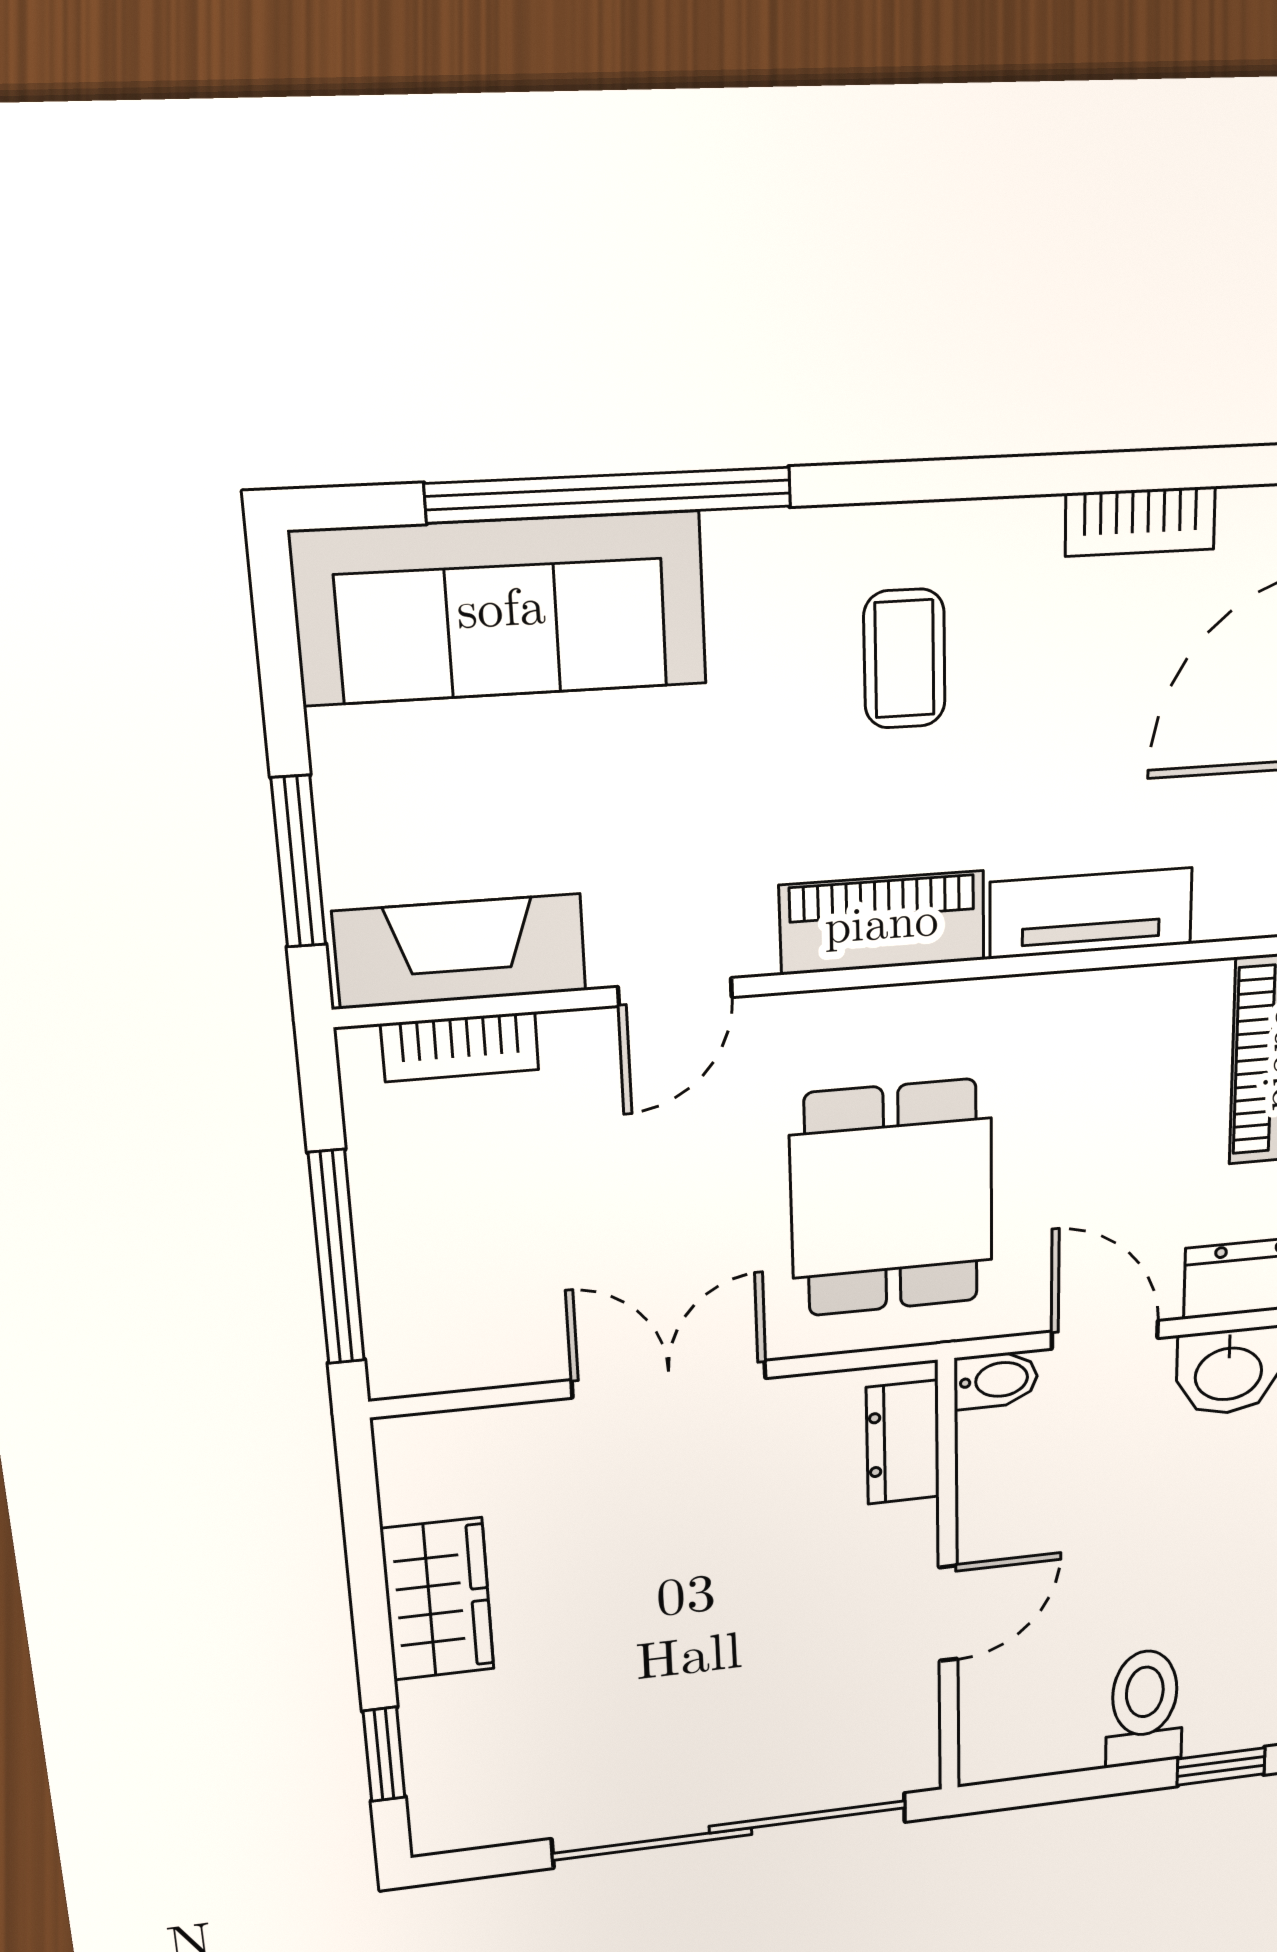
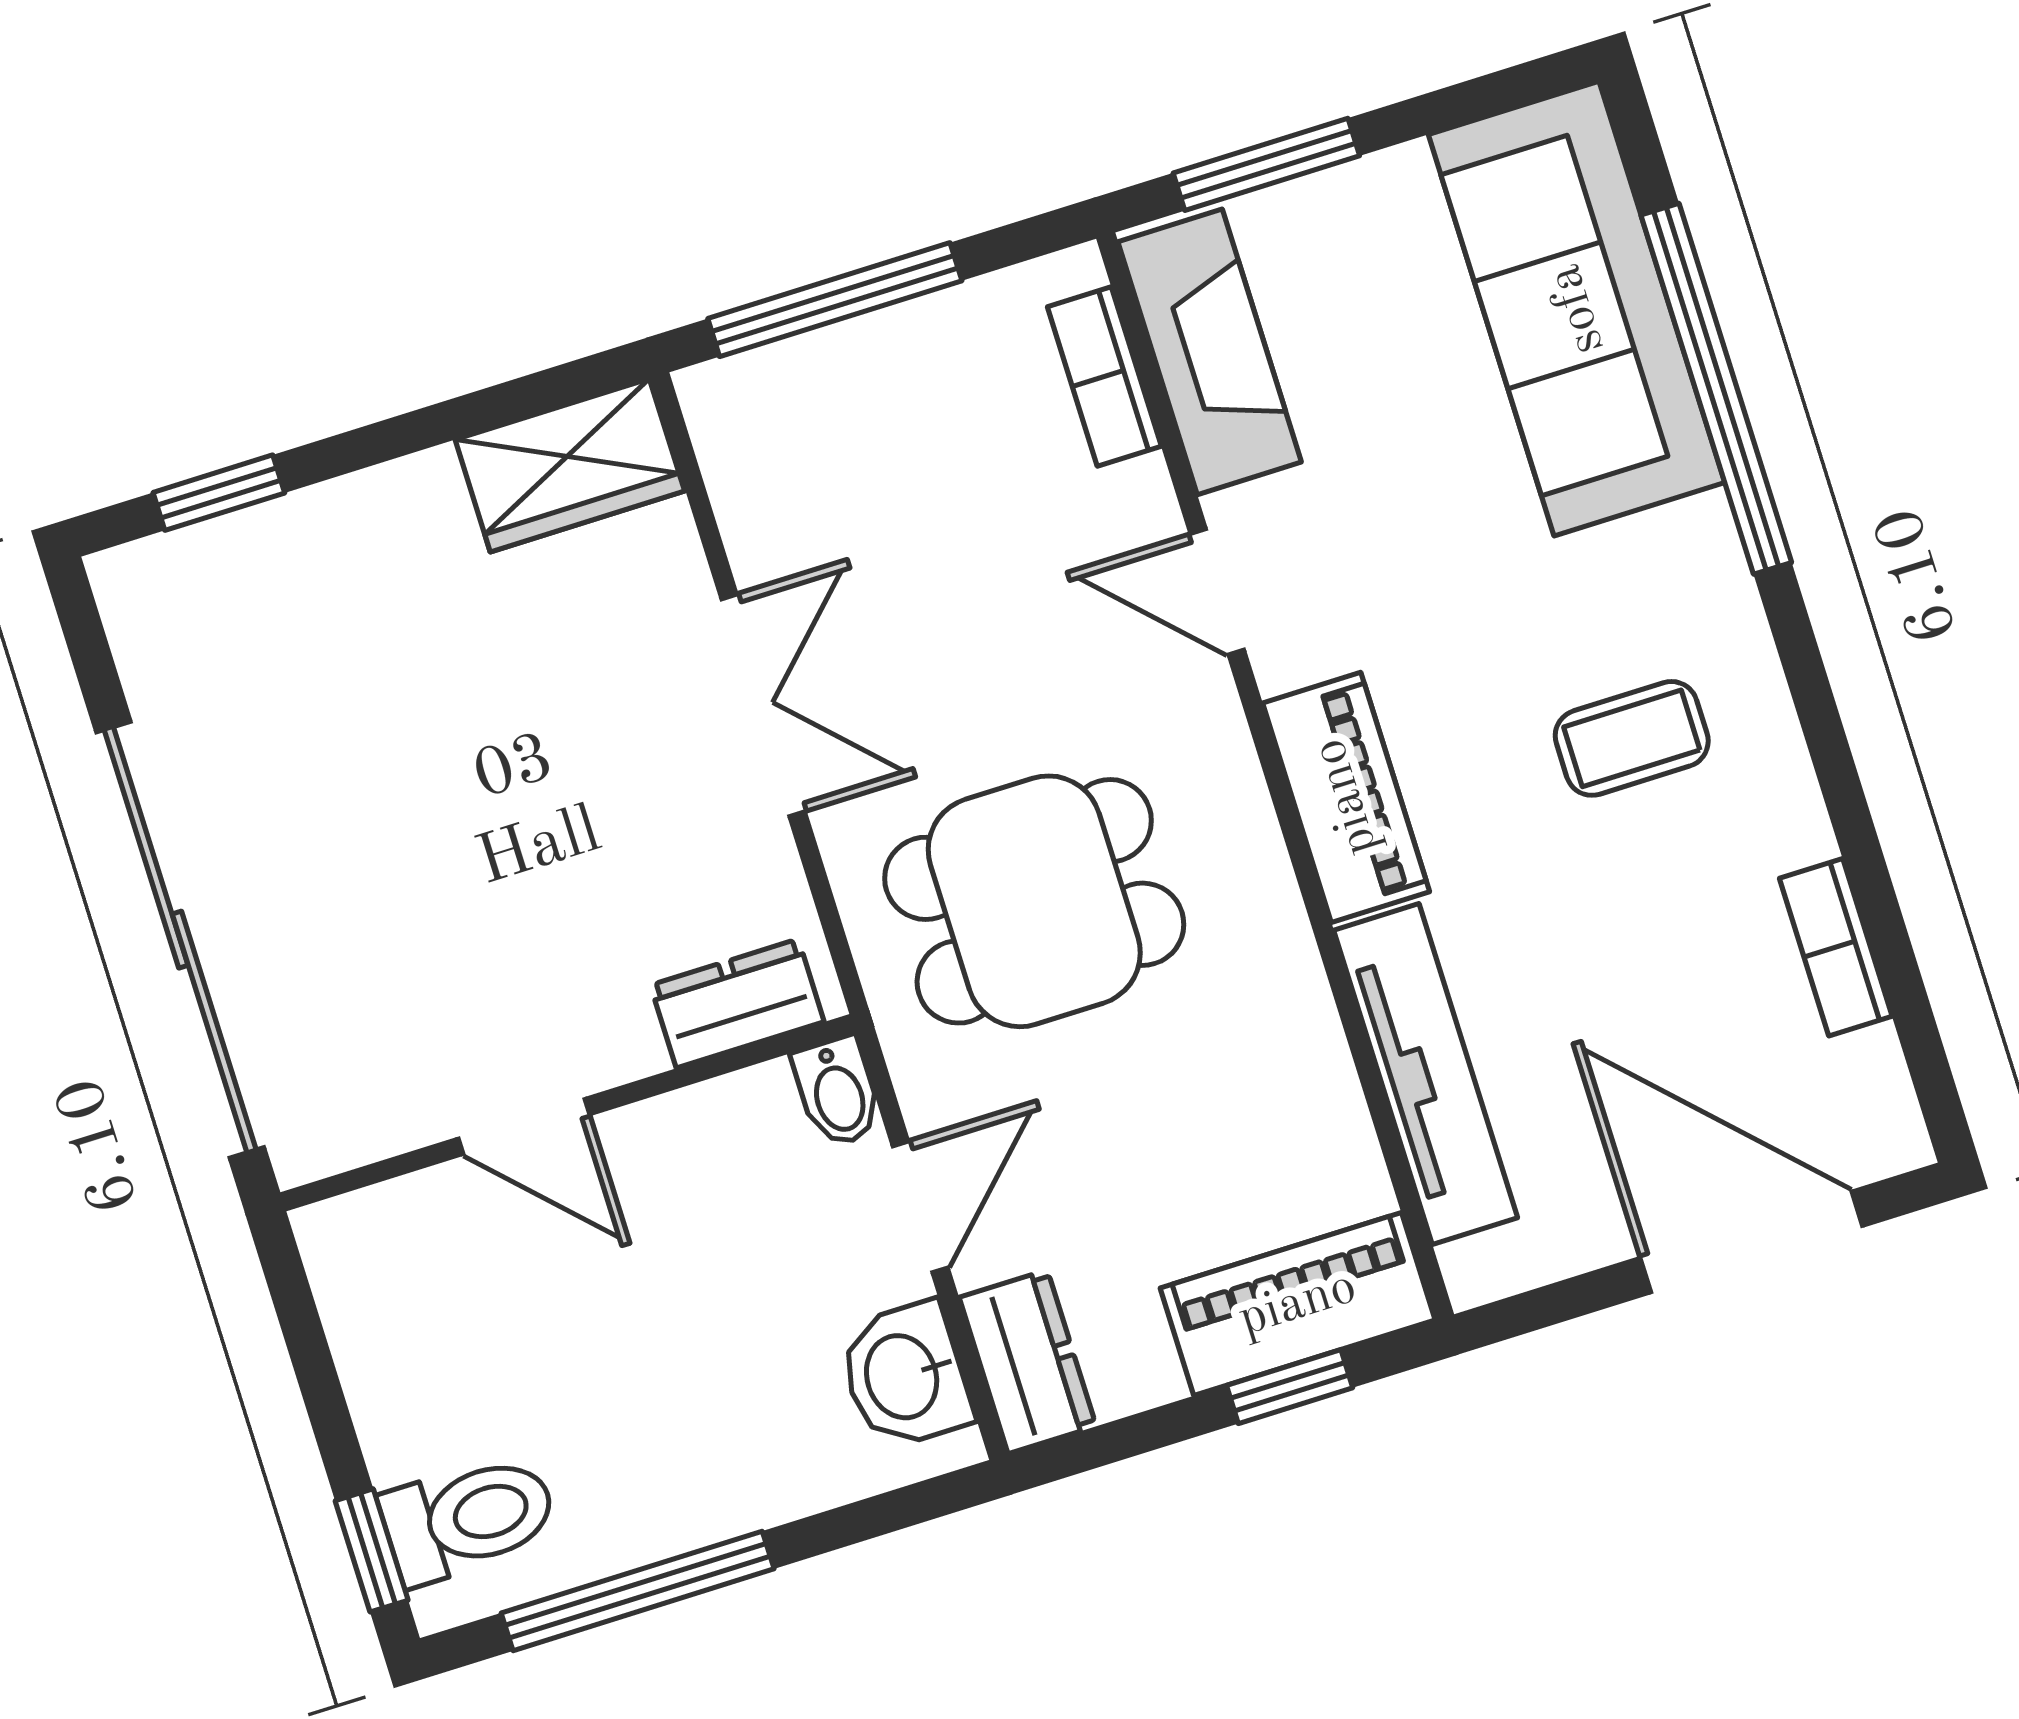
tv unit: (1091, 913) -> (1426, 1074), width x1.41
wardrobe: (437, 1599) -> (570, 465), moved
toilet: (1144, 1708) -> (469, 1518), moved

